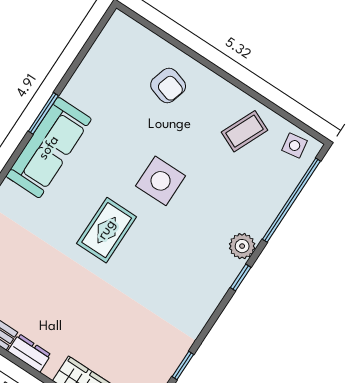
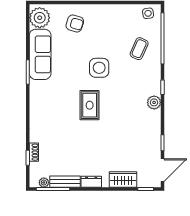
plant: (118, 40) -> (40, 18), added
coffee table: (244, 131) -> (139, 49), moved
sofa: (49, 148) -> (40, 54), moved
plant: (242, 246) -> (154, 102), moved

